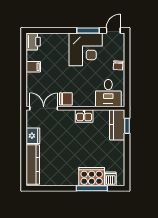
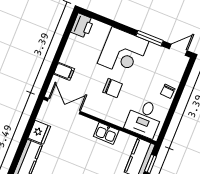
corner desk: (86, 49) -> (123, 52), moved
filing cabinet: (33, 67) -> (64, 71), moved
chair: (66, 99) -> (113, 88), moved

